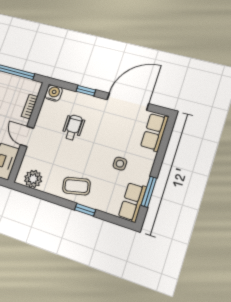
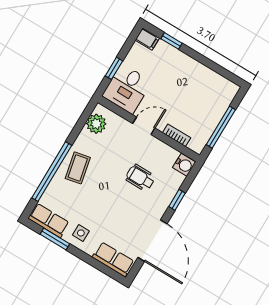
wheelchair: (73, 127) -> (140, 178), turned 180
side table: (120, 164) -> (81, 233), moved
window: (85, 210) -> (52, 172), width x3.17

